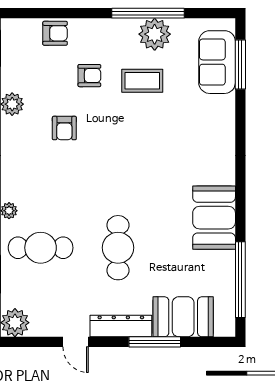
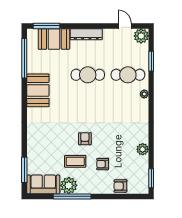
sofa: (217, 62) -> (43, 184), moved, turned -90
armchair: (64, 128) -> (85, 139), moved
cafe table: (118, 248) -> (88, 75), turned 90
door: (76, 342) -> (125, 26), moved
window: (155, 342) -> (46, 26), moved

